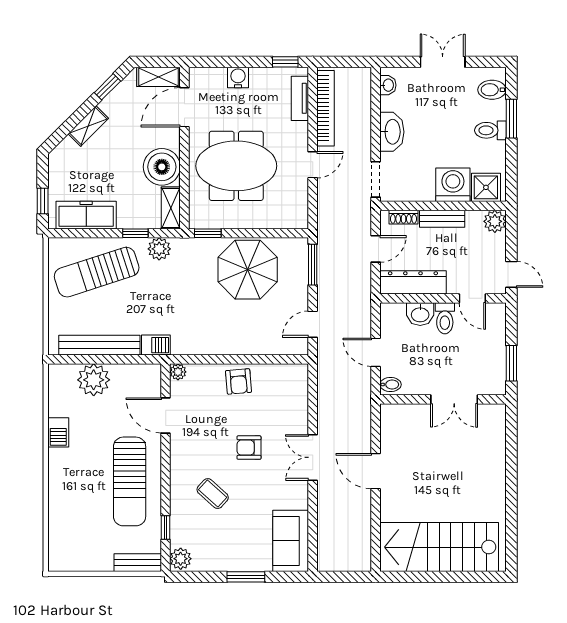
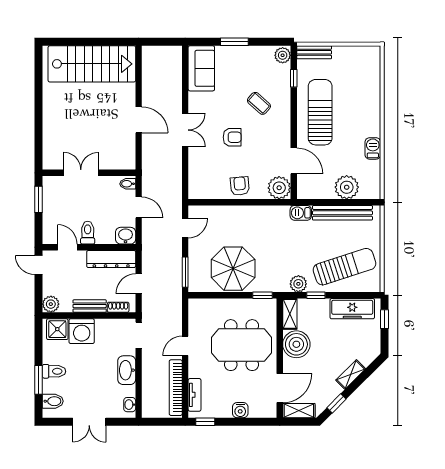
washbasin: (420, 314) -> (126, 236), moved
plant: (178, 372) -> (279, 188), width x1.87, depth x1.87

